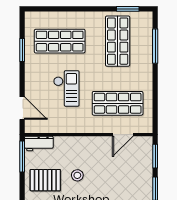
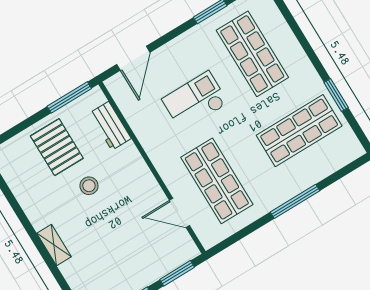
window: (128, 9) -> (336, 95), moved
window: (155, 46) -> (295, 201), moved
checkout: (66, 88) -> (195, 101), turned 180
workbench: (39, 143) -> (110, 126), moved

